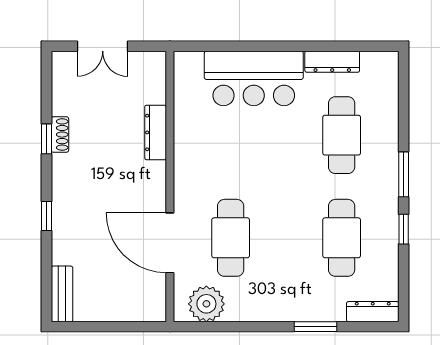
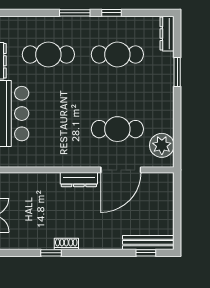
dresser: (156, 132) -> (79, 180), moved
shoe rack: (60, 135) -> (66, 244), moved
window: (46, 216) -> (146, 253), moved
bench: (62, 294) -> (148, 242), width x1.36

